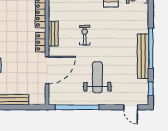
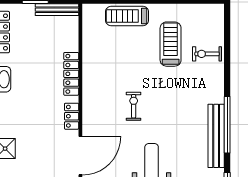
bench: (53, 34) -> (89, 104), removed

